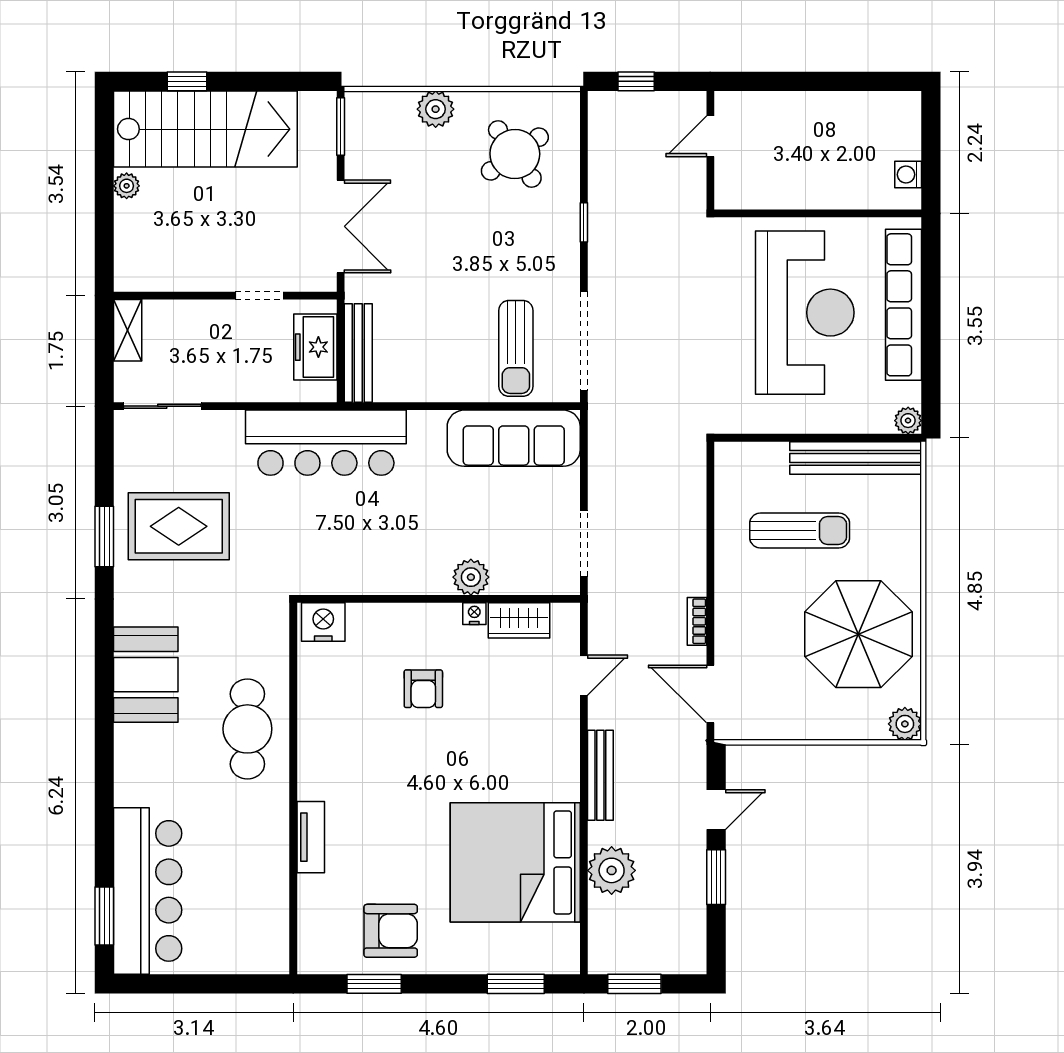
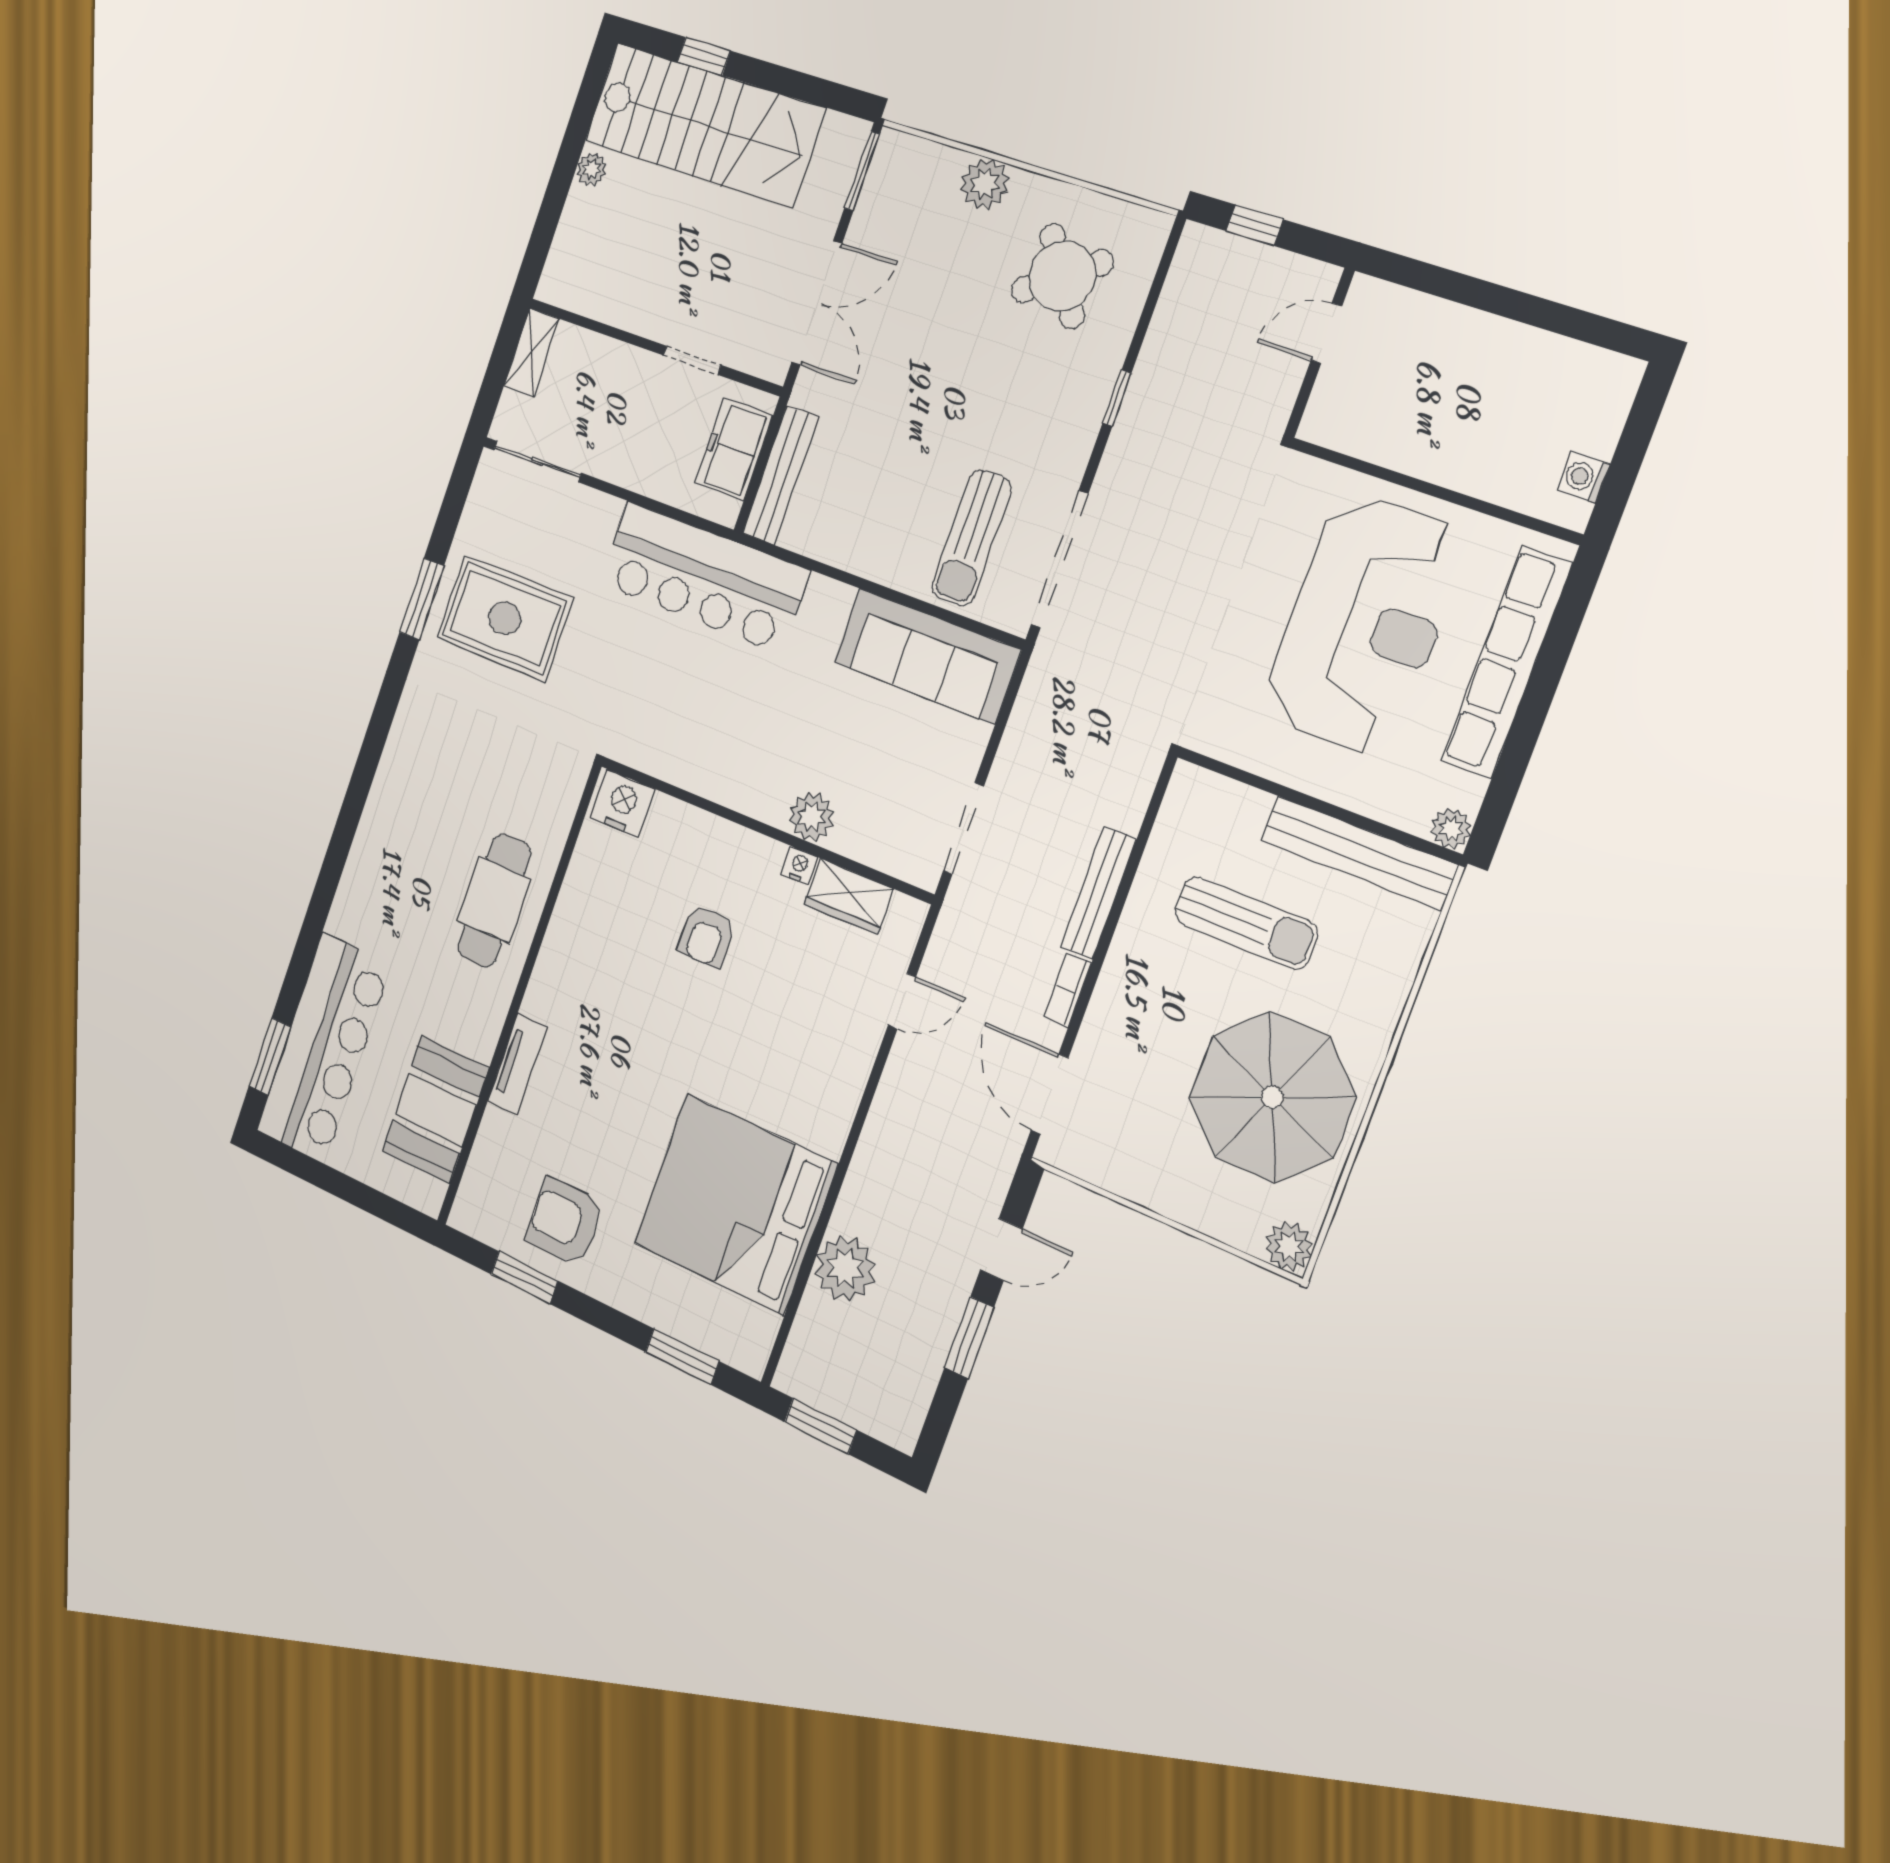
booth: (146, 675) -> (435, 1110), moved
bench: (600, 775) -> (1099, 893), moved
armchair: (391, 931) -> (565, 1221), turned 180

